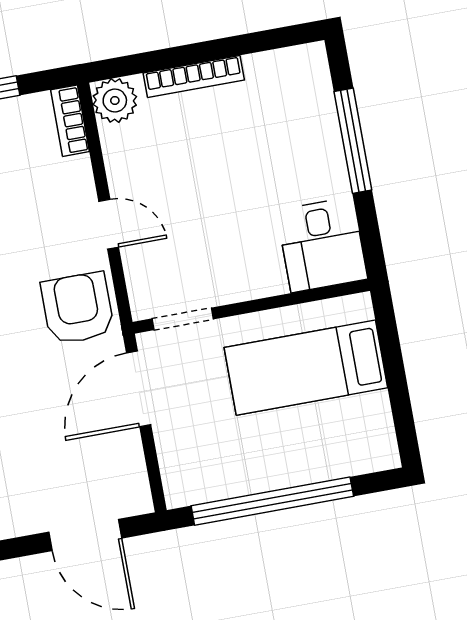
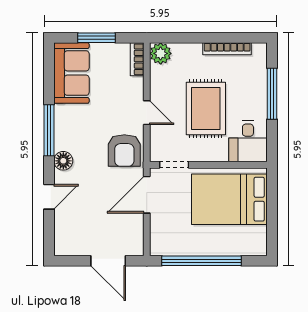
bookcase: (194, 76) -> (227, 49), moved
rug: (226, 194) -> (206, 108), added
armchair: (78, 308) -> (124, 150), turned 180
bed: (306, 368) -> (229, 199), width x1.50

